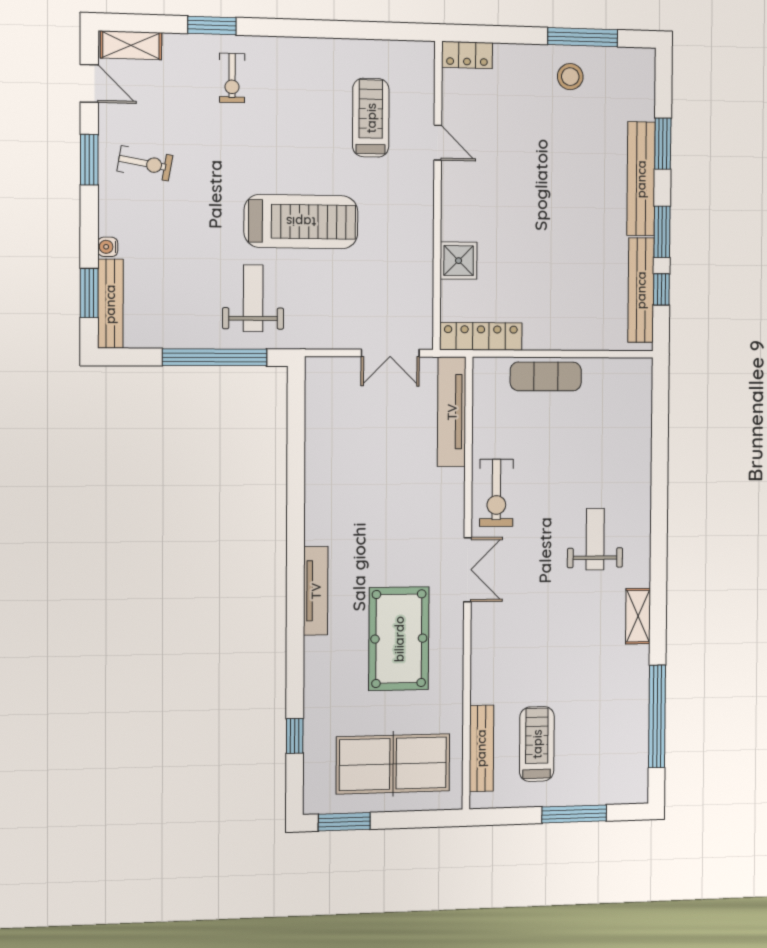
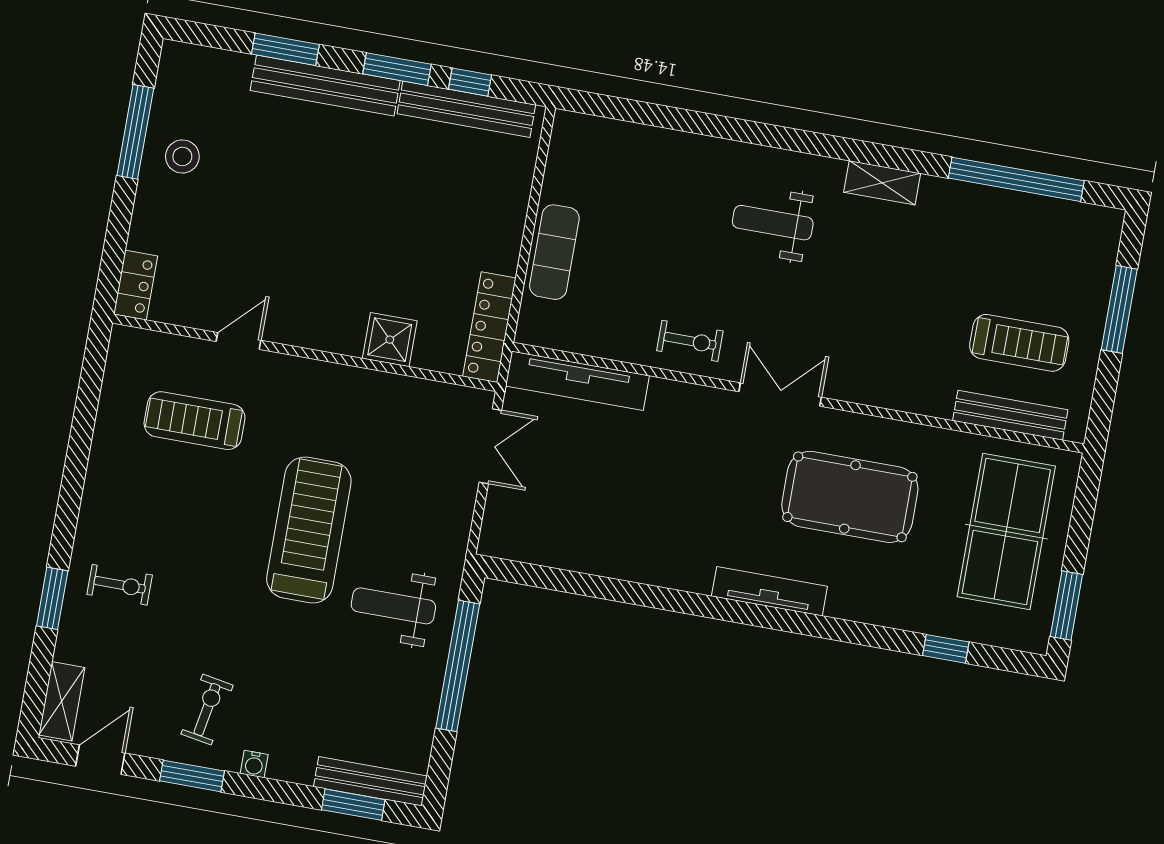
water cooler: (108, 247) -> (254, 764), moved
exercise bike: (496, 493) -> (690, 341), width x0.73, depth x0.72
treadmill: (537, 744) -> (1019, 343), turned 180

